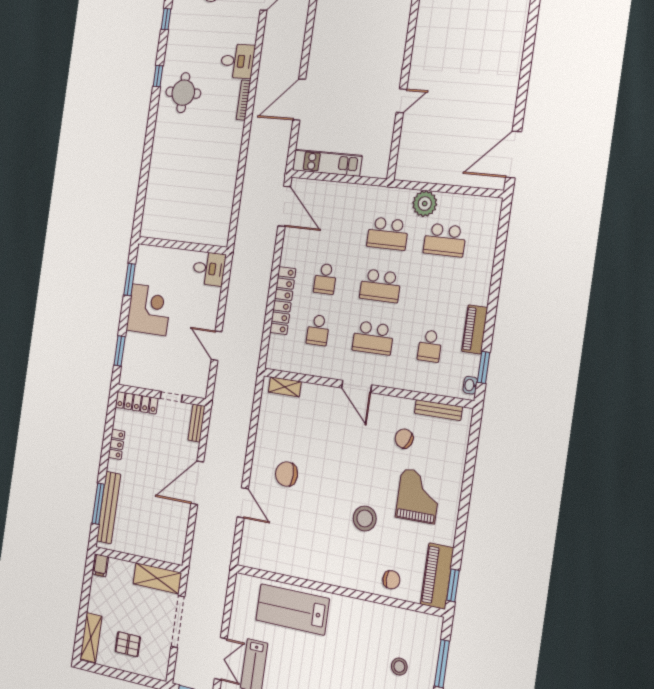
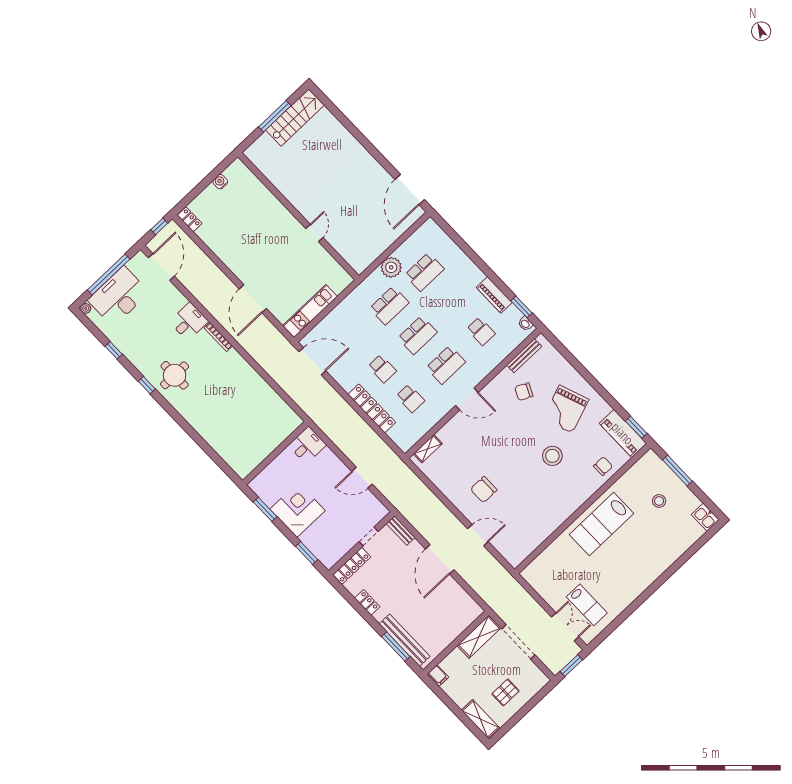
grand piano: (418, 496) -> (566, 409), turned -110
lab bench: (292, 609) -> (602, 524), moved

